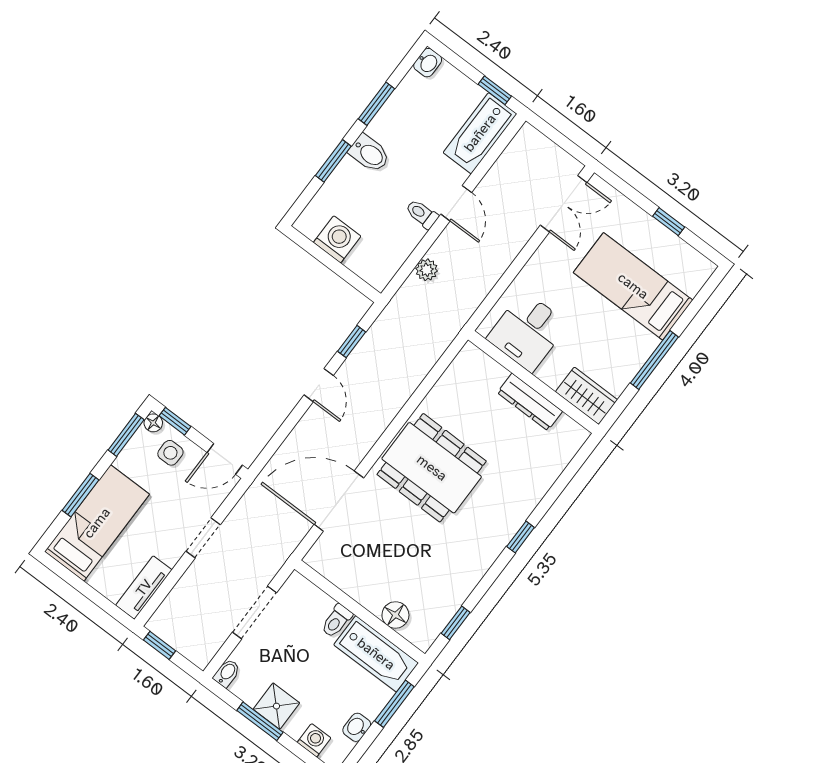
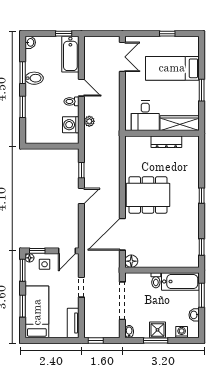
bidet: (369, 153) -> (34, 78), moved
washing machine: (337, 239) -> (71, 125), moved, turned -90
window: (654, 360) -> (202, 90), width x0.69
door: (319, 385) -> (81, 196), hinge flipped
wardrobe: (586, 396) -> (180, 123), width x1.50
doorway: (255, 612) -> (122, 301), width x1.36
floor lamp: (395, 615) -> (131, 261), moved

